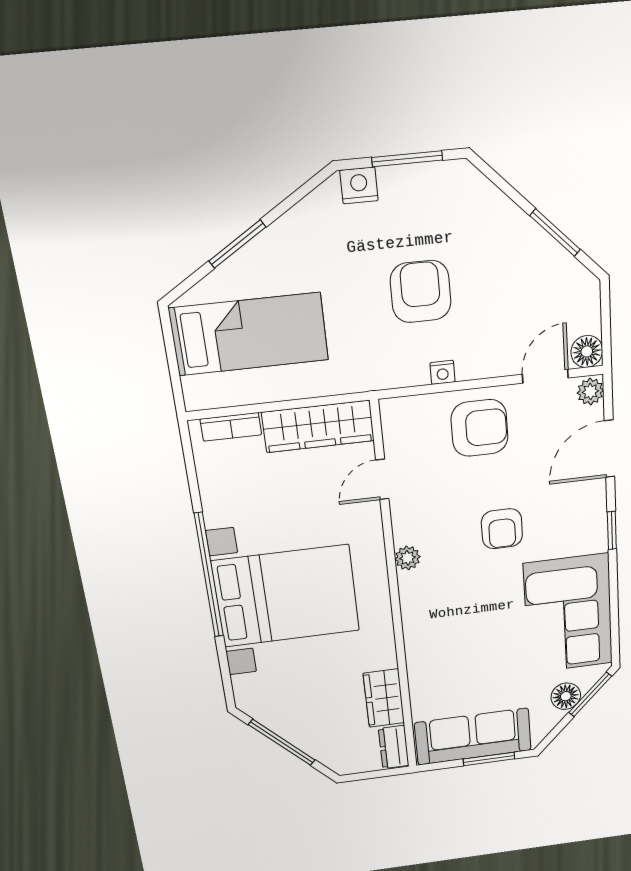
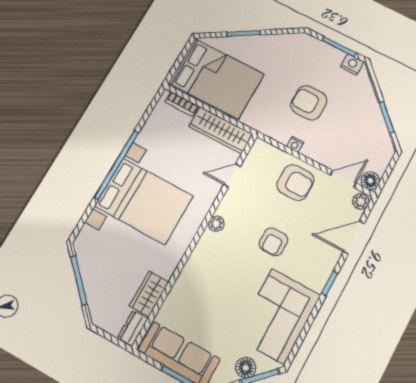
nightstand: (359, 185) -> (352, 64), moved
armchair: (421, 292) -> (309, 103), turned -90
bed: (249, 334) -> (216, 79), width x1.50

